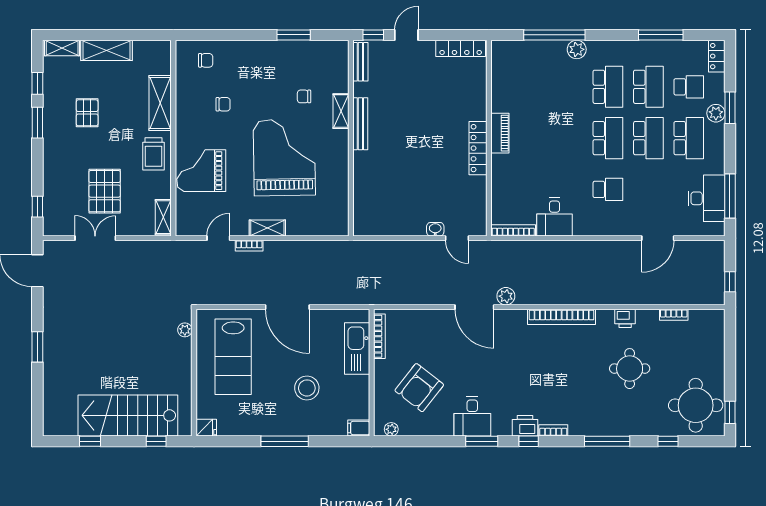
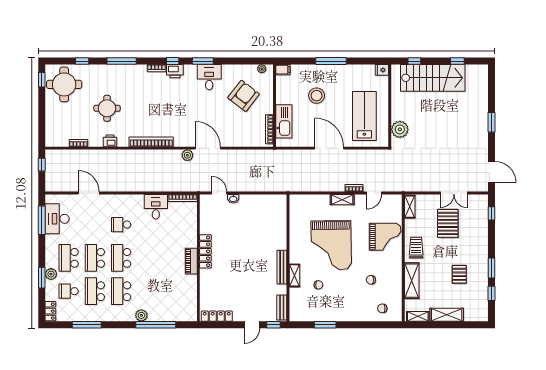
shelving: (62, 48) -> (418, 316), moved
door: (658, 238) -> (89, 193), hinge flipped
plant: (185, 330) -> (400, 129), width x1.88, depth x1.88

